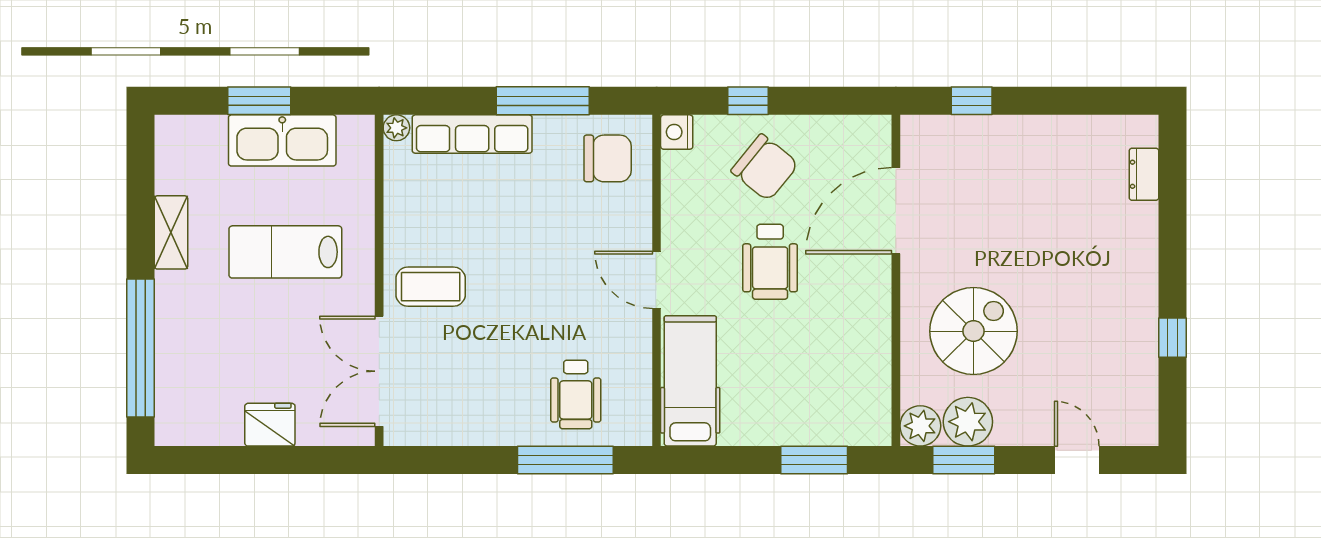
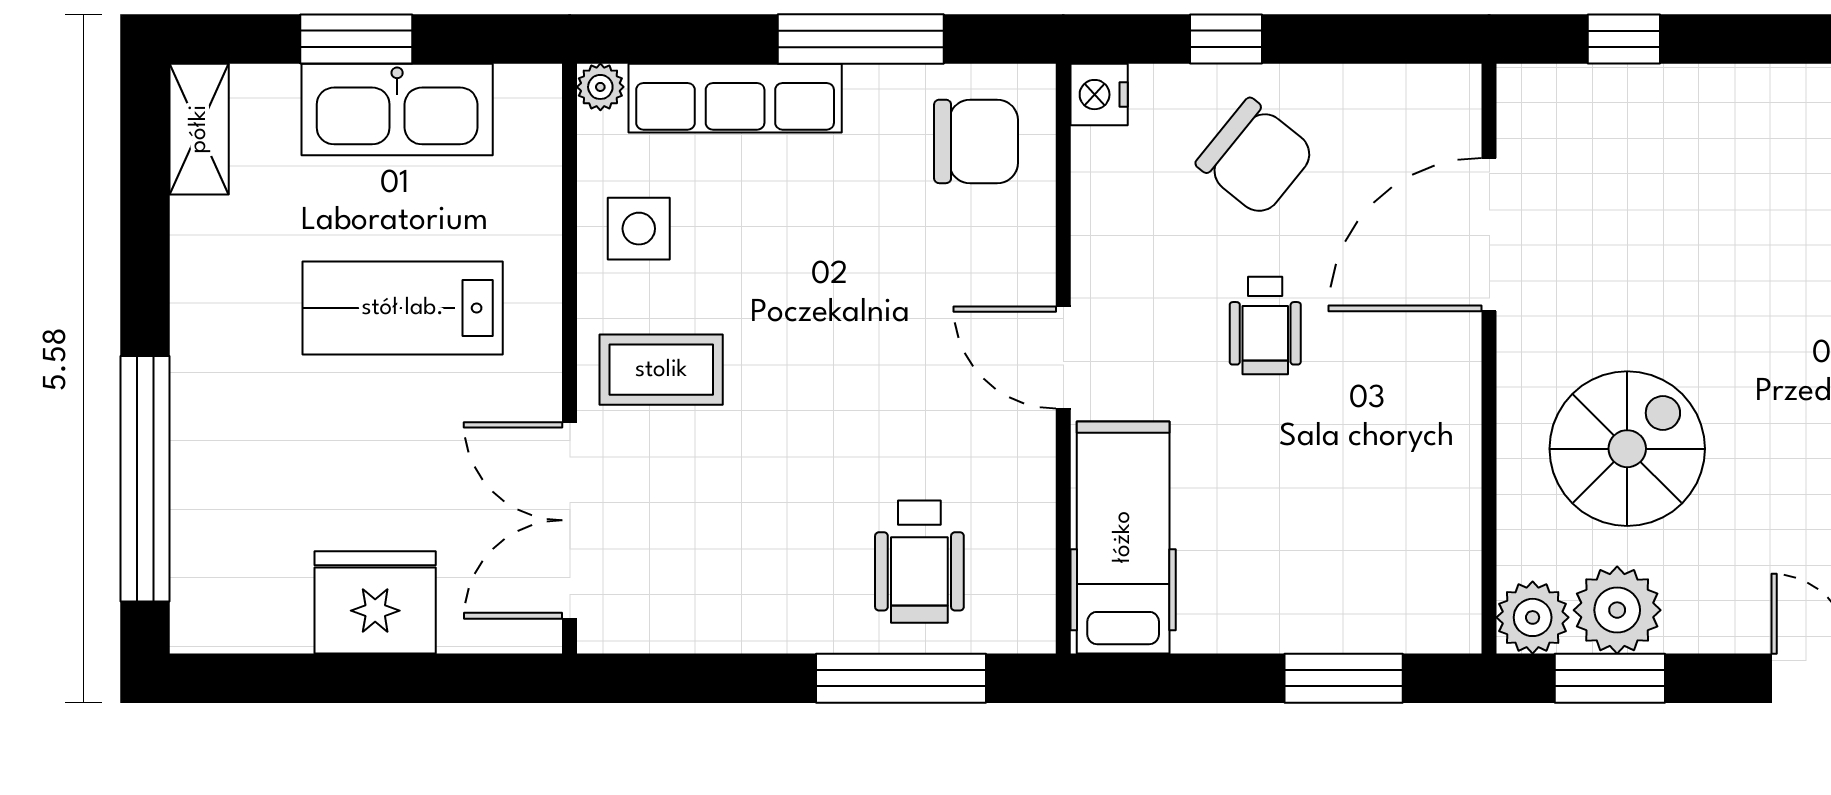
side table: (418, 207) -> (639, 229), added
shelving: (171, 232) -> (199, 129), moved
wheelchair: (770, 262) -> (1265, 325), width x0.73, depth x0.73
fridge: (270, 425) -> (375, 602), width x1.36, depth x1.34

